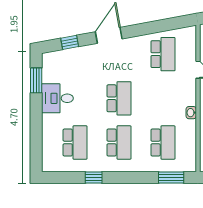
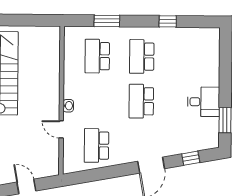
washbasin: (191, 113) -> (68, 106), moved
school desk: (75, 142) -> (186, 57), removed
window: (171, 177) -> (107, 21), moved

